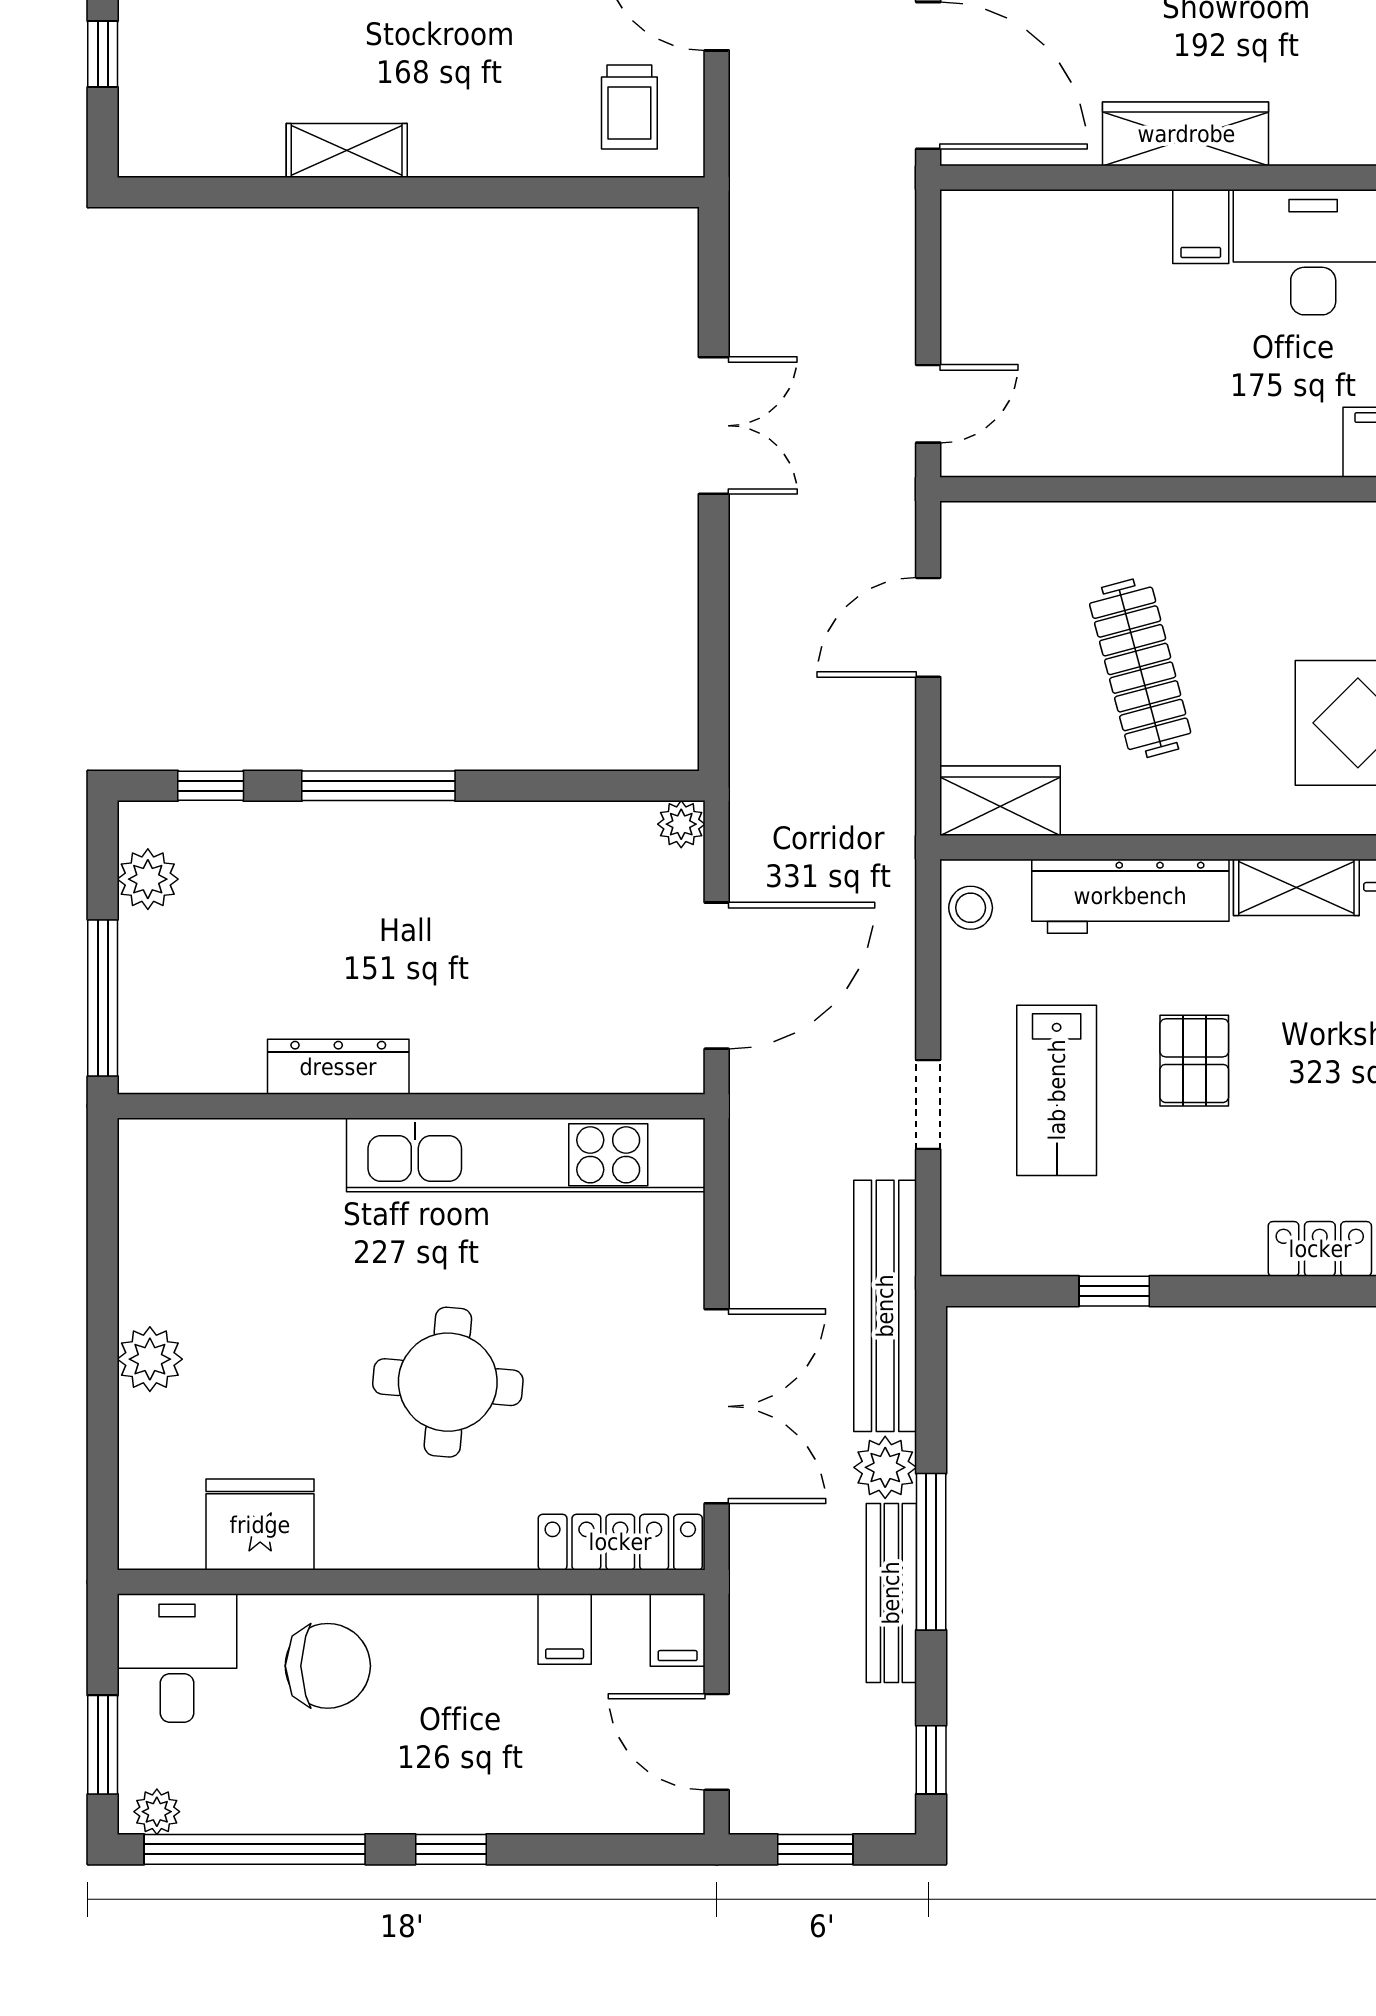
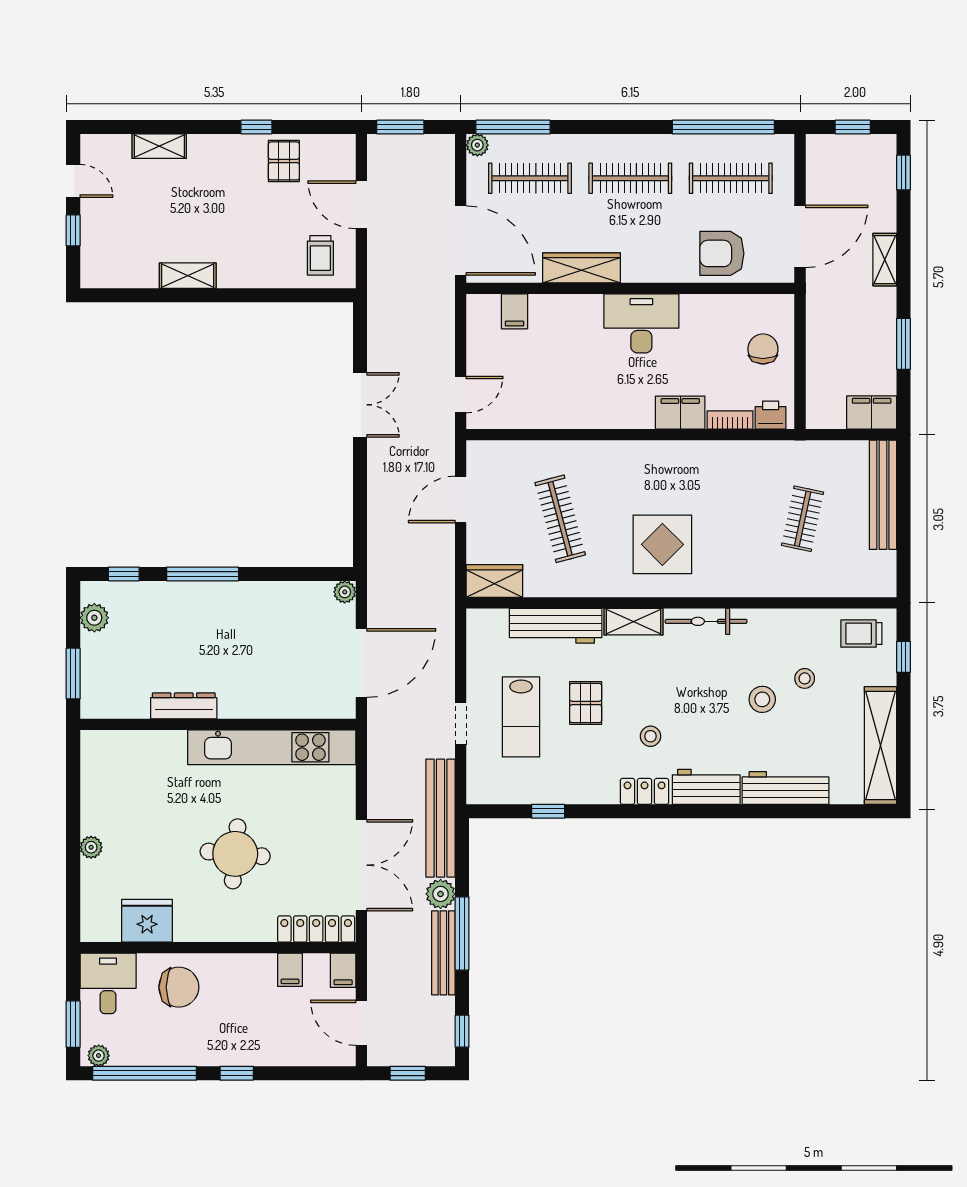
filing cabinet: (1201, 226) -> (515, 311), moved
stool: (971, 908) -> (651, 736), moved
window: (103, 998) -> (73, 674), width x0.69
plant: (150, 1359) -> (91, 847), width x0.73, depth x0.73

